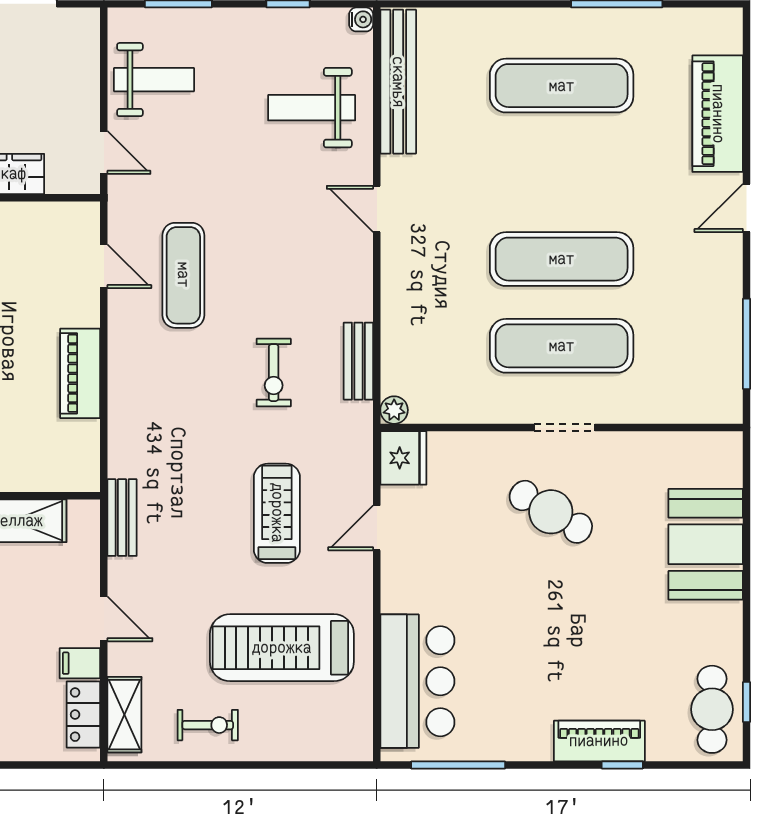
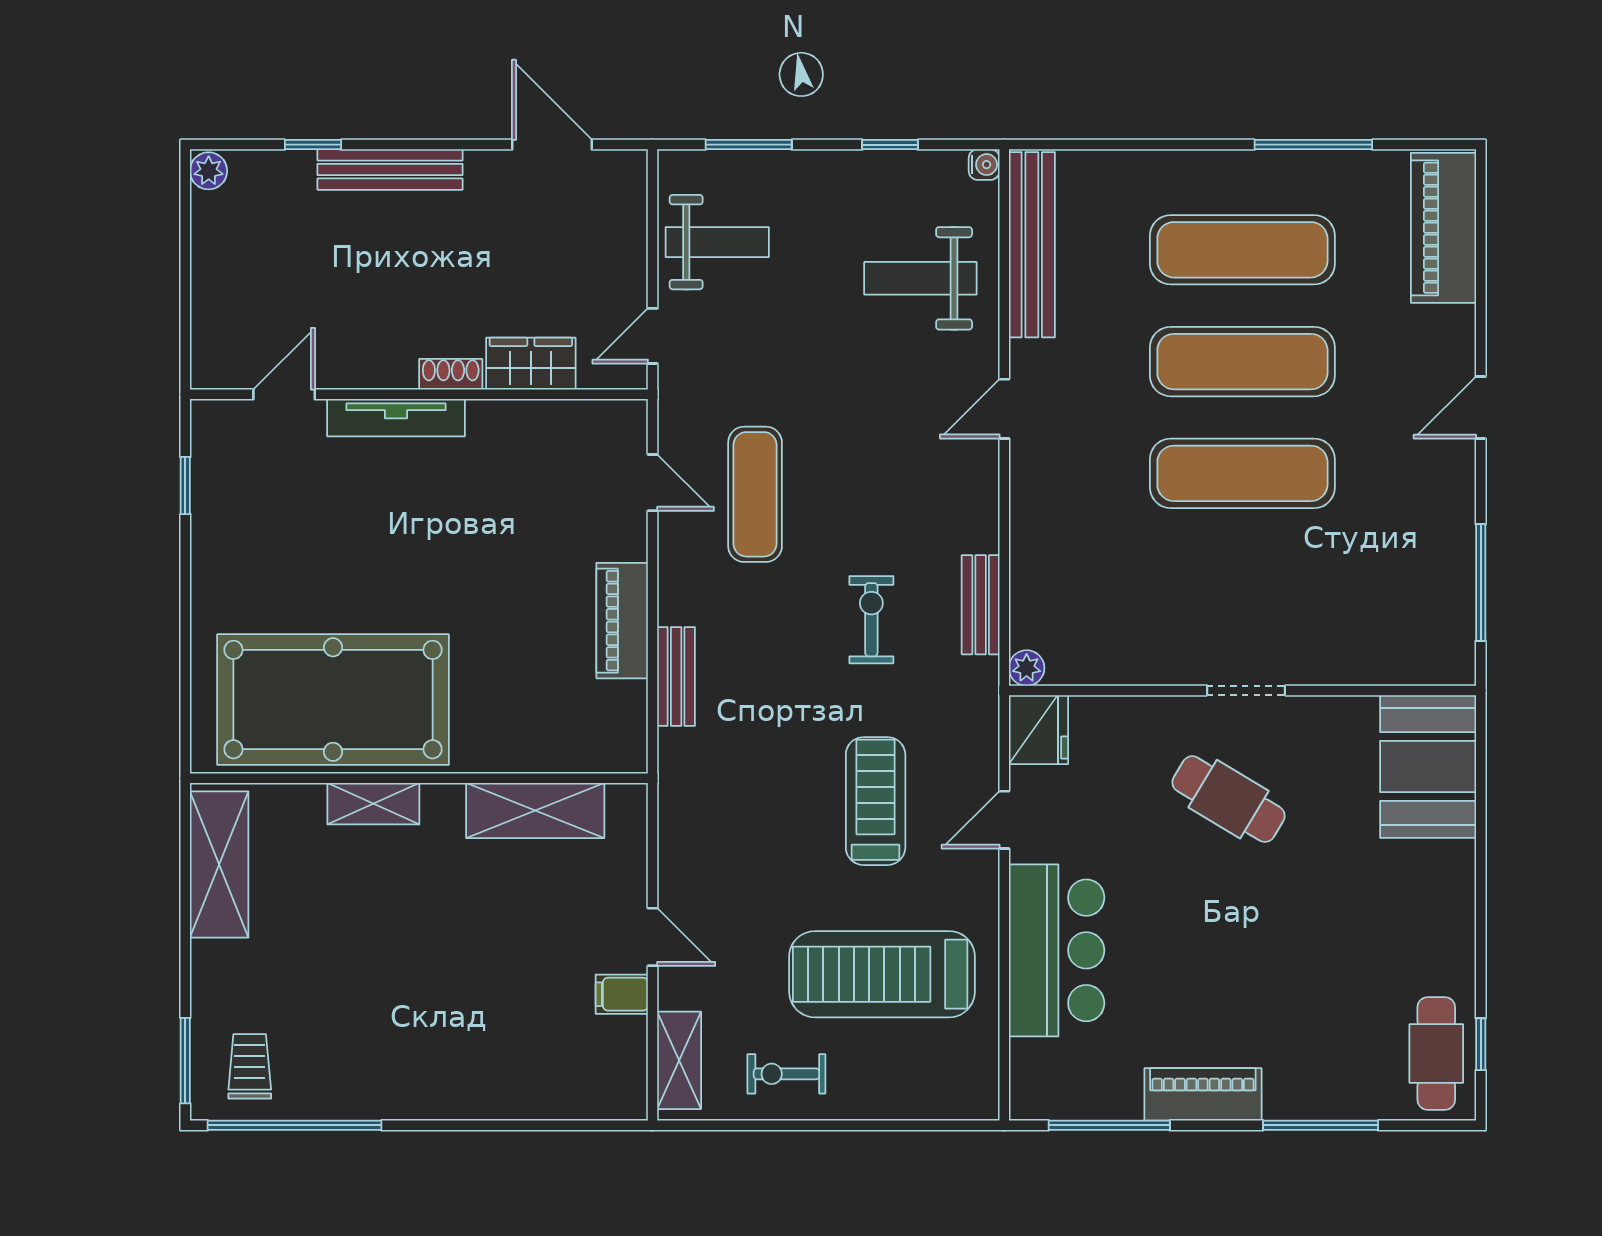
piano: (718, 114) -> (1443, 228), moved
door: (104, 152) -> (653, 336), swing flipped
door: (377, 209) -> (1004, 409), hinge flipped
exercise mat: (562, 346) -> (1242, 362), moved
exercise bike: (274, 373) -> (871, 620), turned 180
bench: (122, 518) -> (676, 676), moved
booth: (706, 544) -> (1428, 766), moved
bar counter: (417, 681) -> (1057, 950), moved
locker: (83, 715) -> (626, 1060), removed
exercise bike: (208, 725) -> (786, 1074), turned 180
piano: (599, 741) -> (1203, 1094), moved
window: (622, 765) -> (1321, 1125), width x2.17

